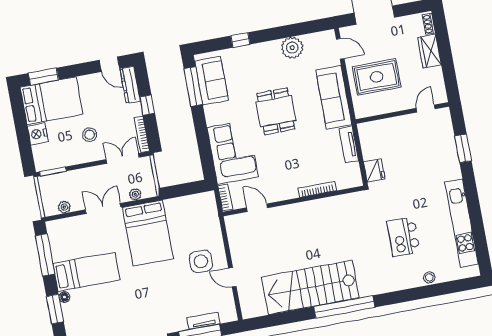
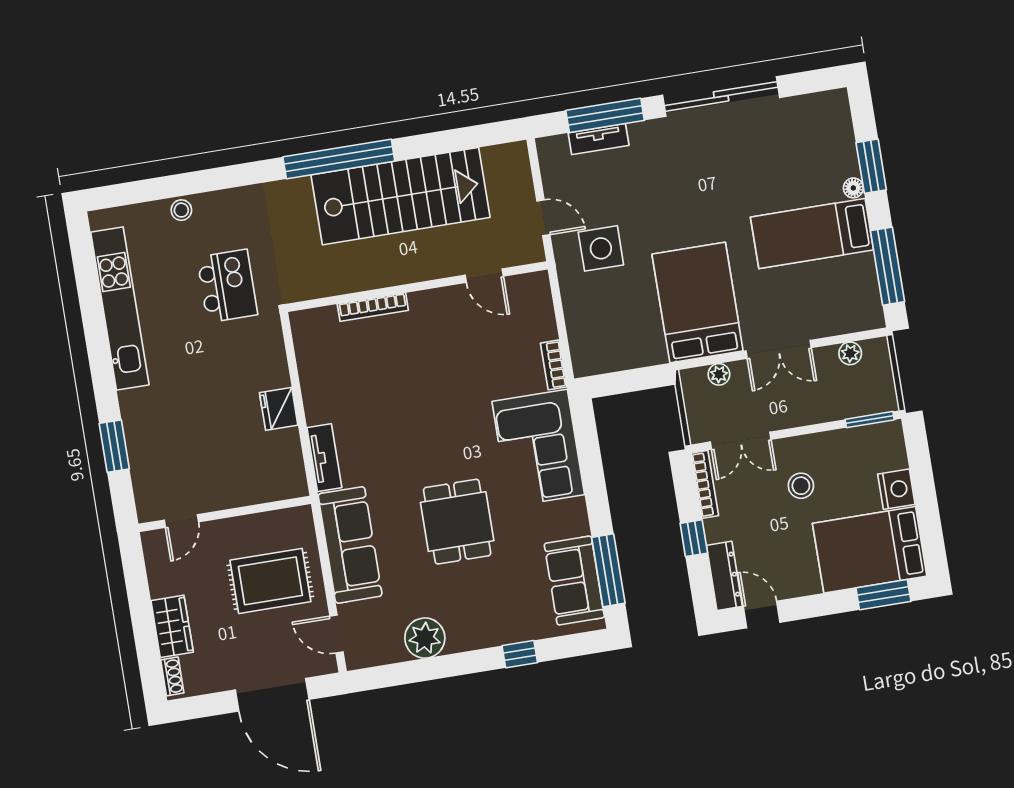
bookcase: (317, 189) -> (373, 307), moved
wall: (293, 201) -> (417, 287), moved
door: (257, 208) -> (484, 276), moved

